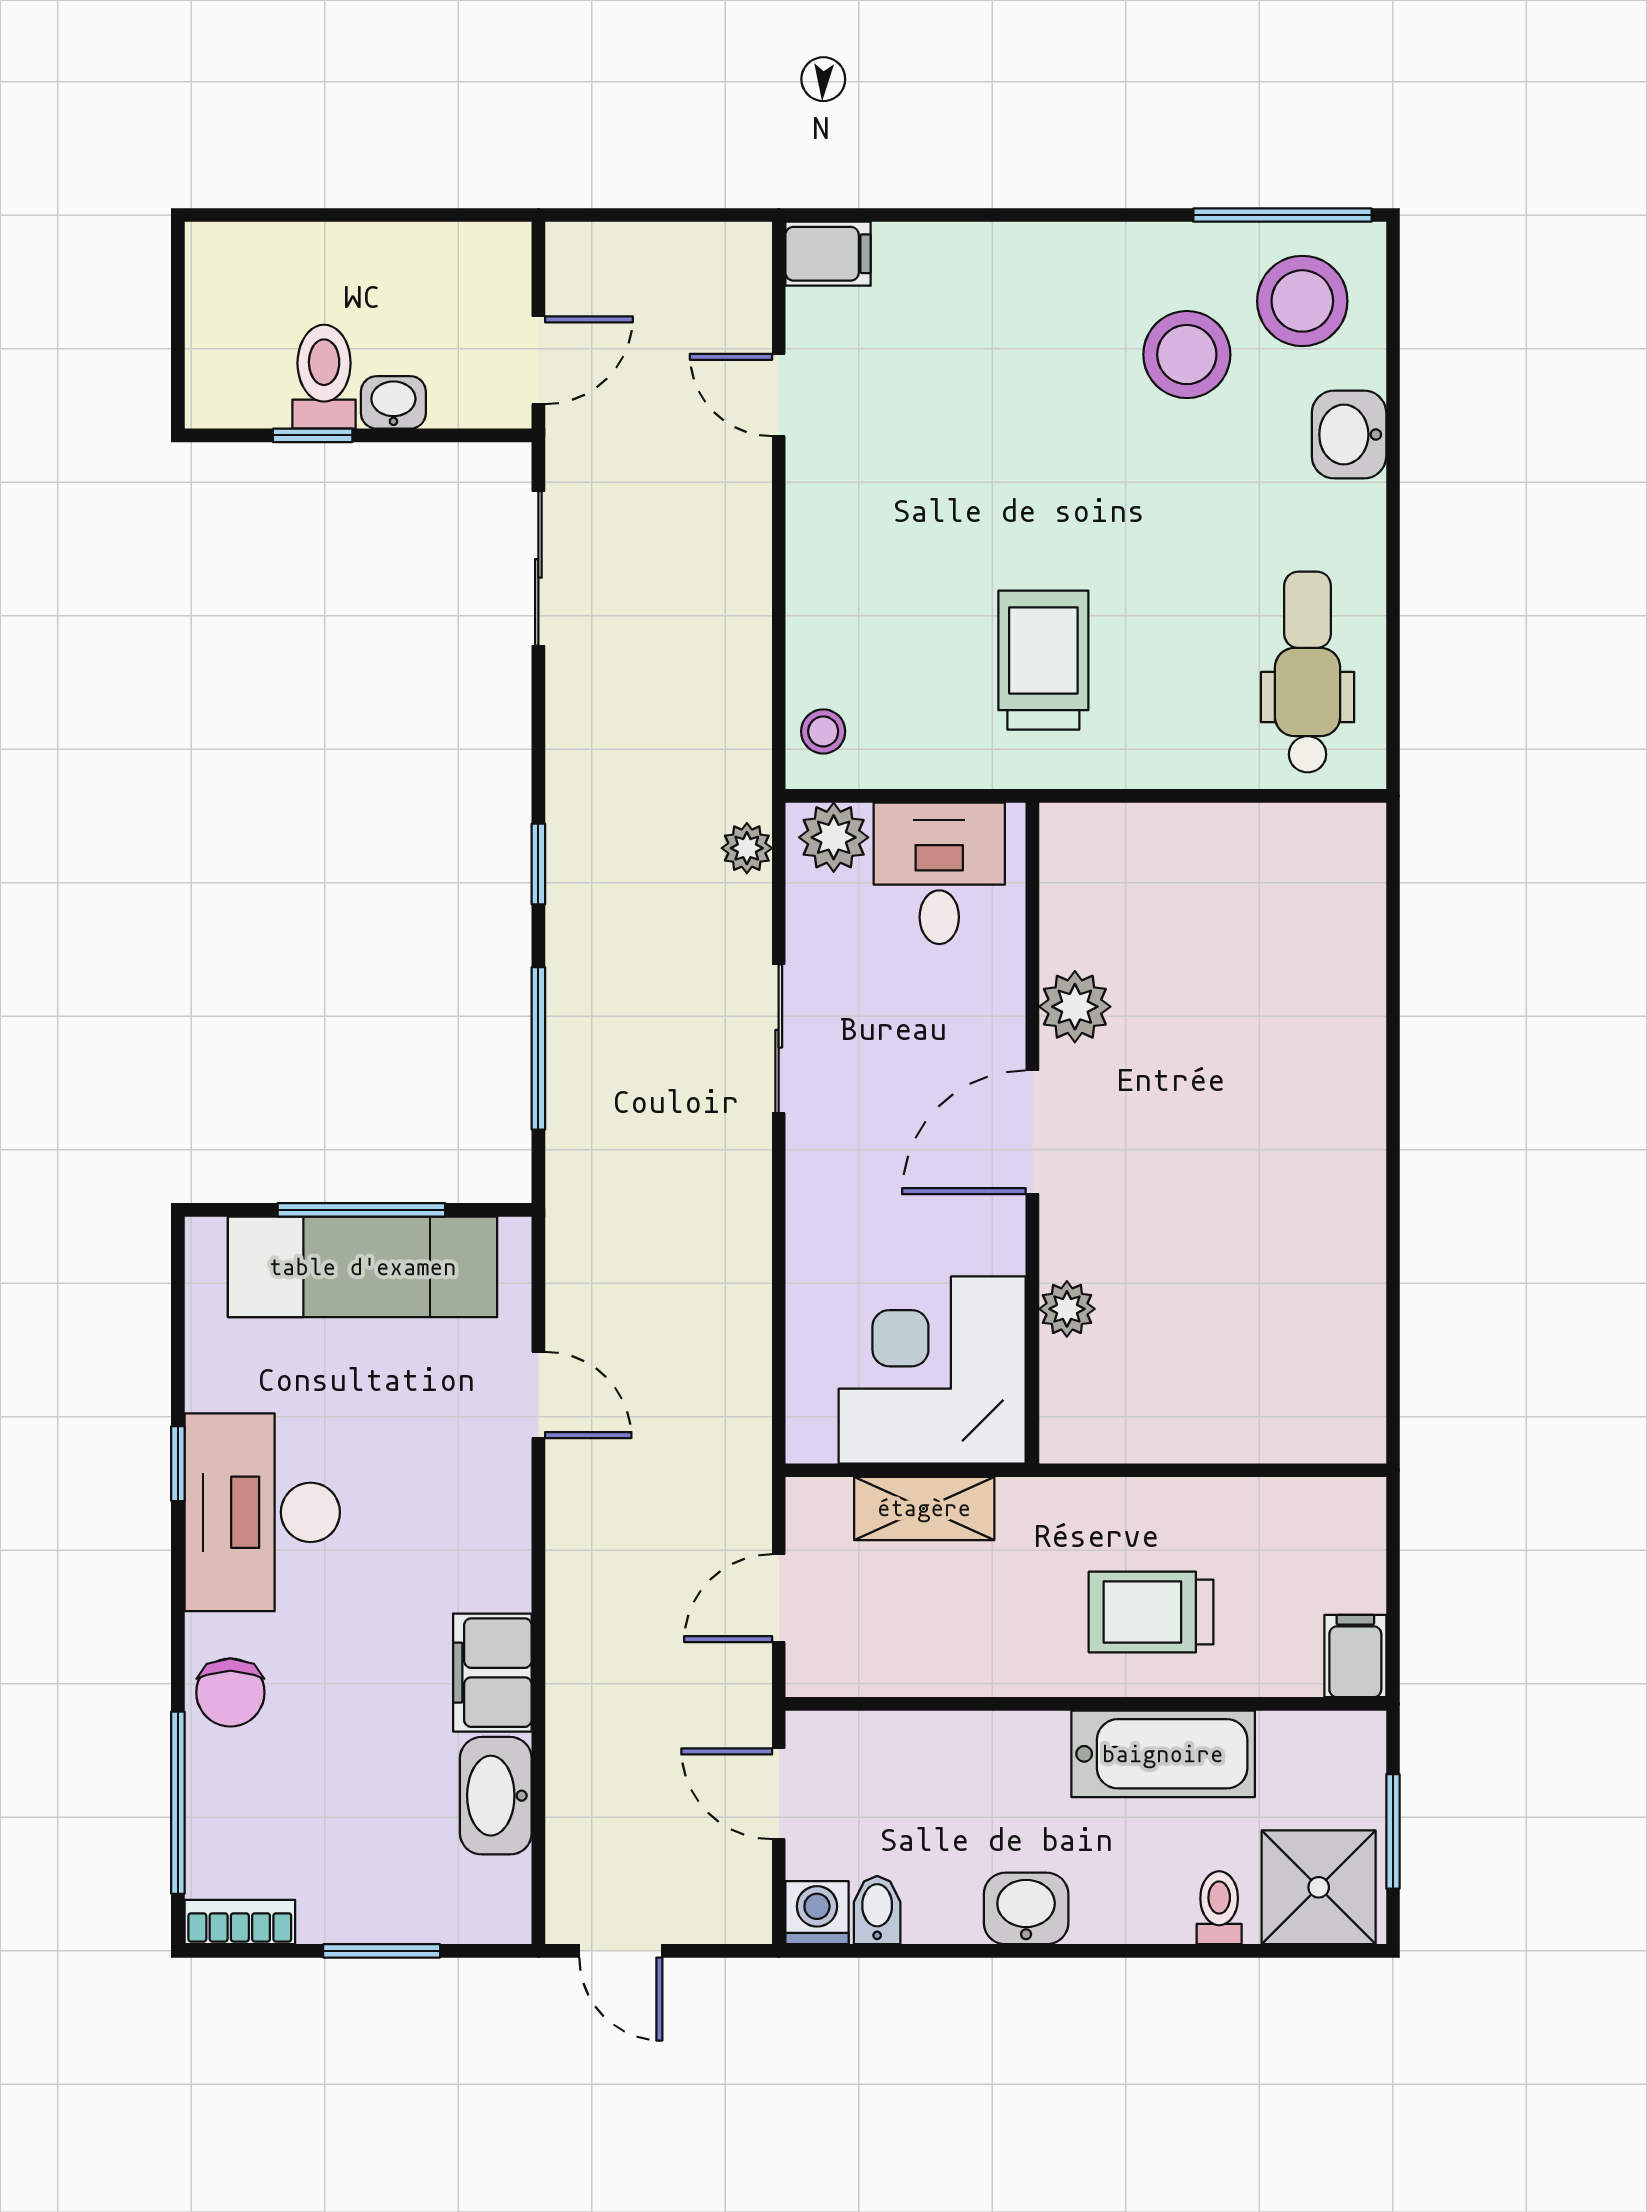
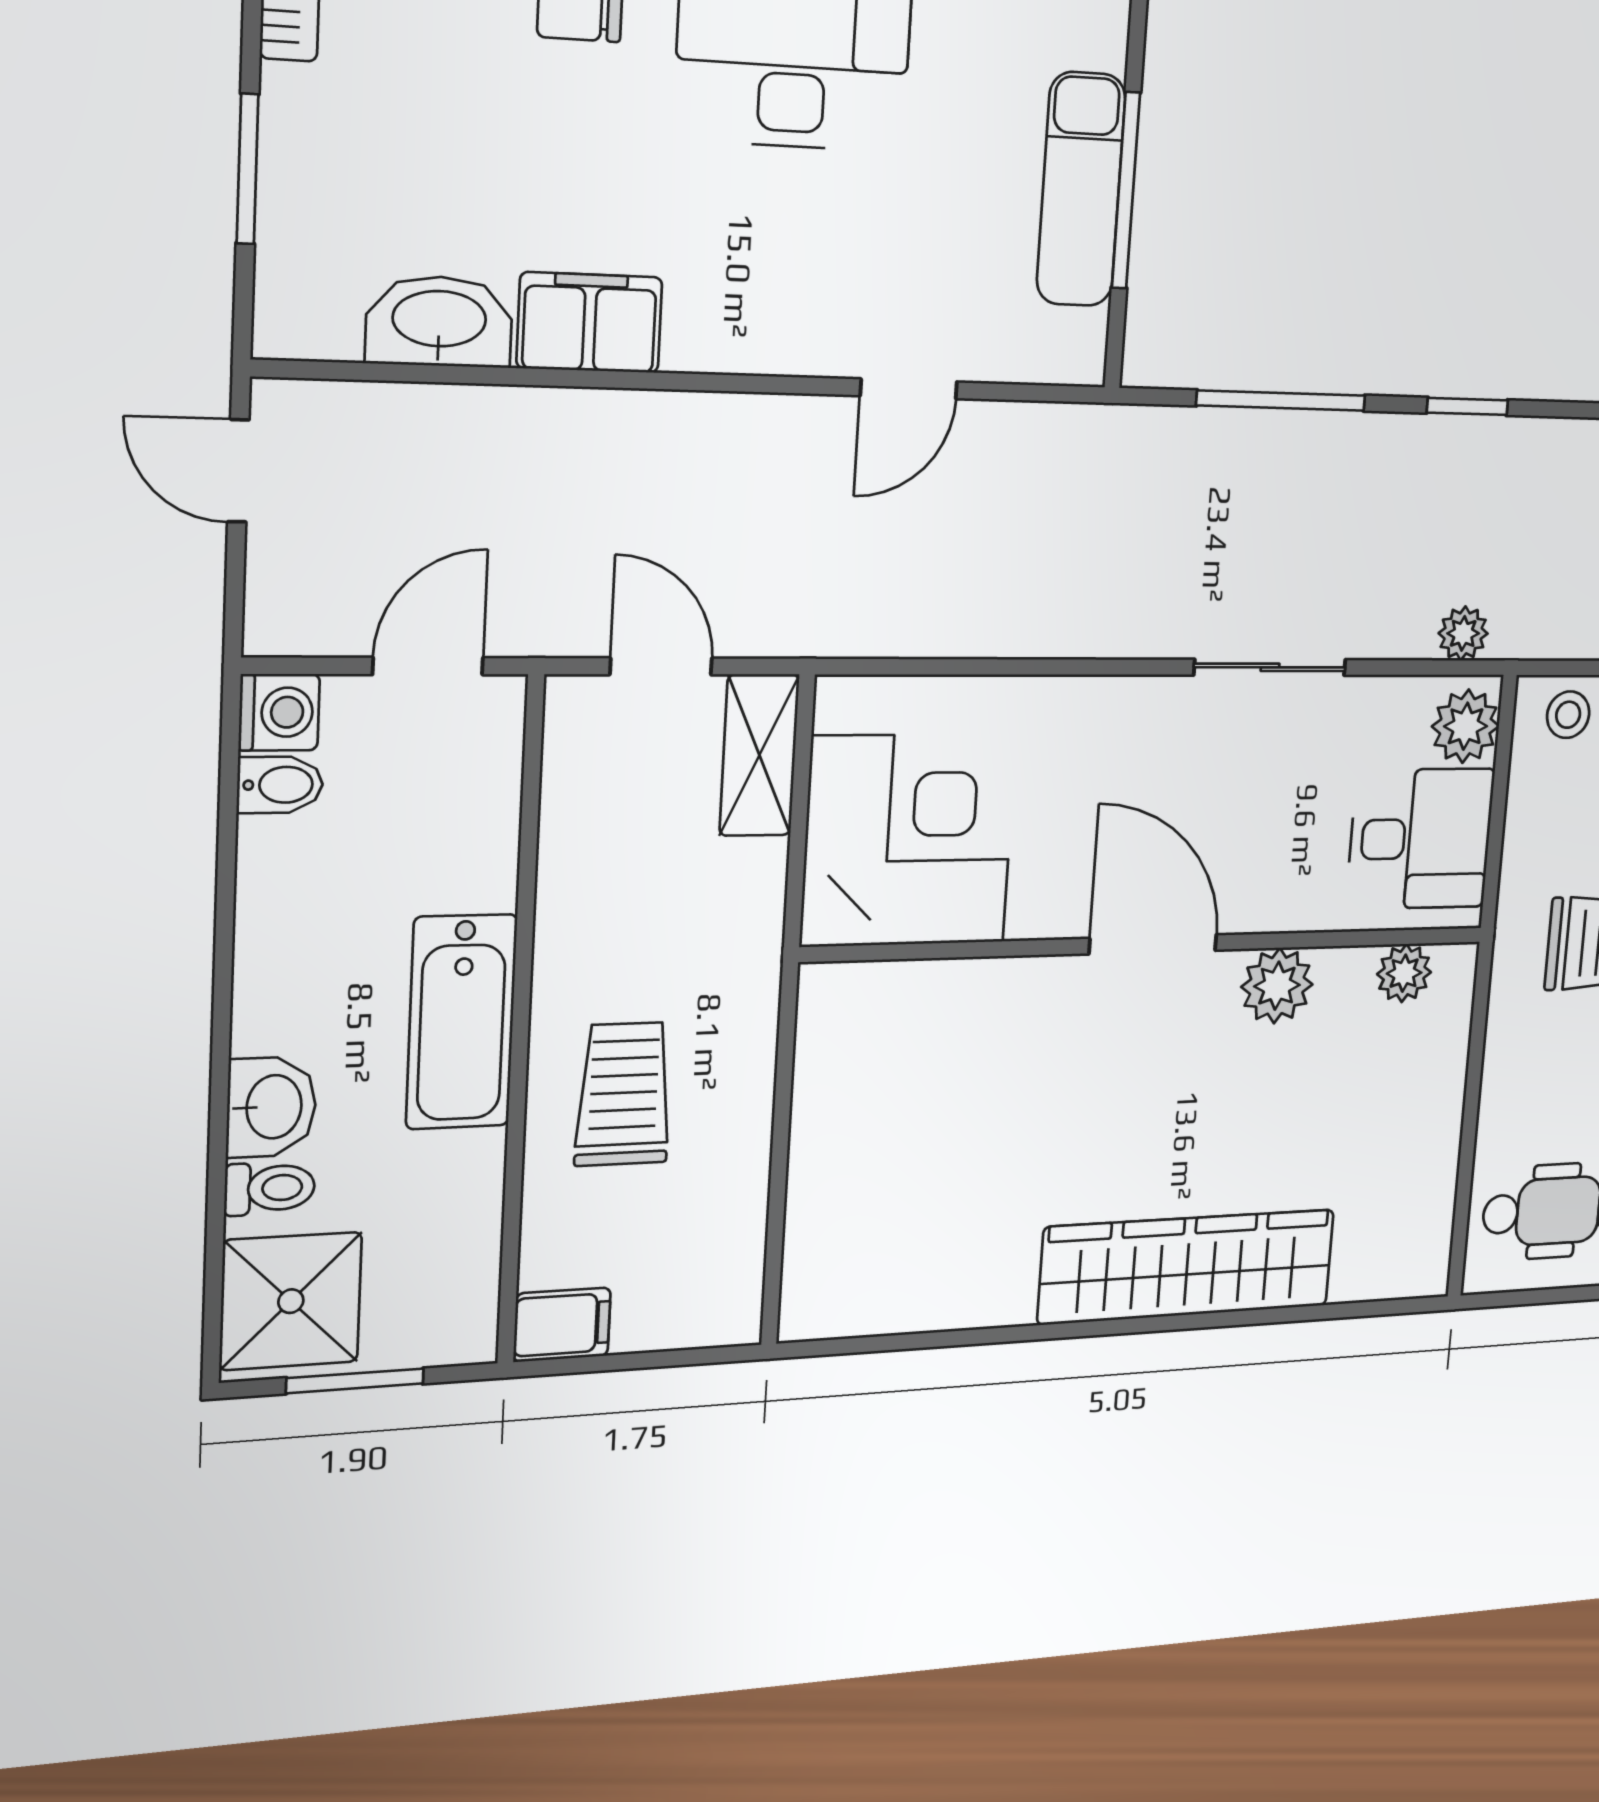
wardrobe: (1340, 1074) -> (1187, 1267), added
exam couch: (363, 1267) -> (1081, 189), width x0.73, depth x0.69
plant: (1067, 1309) -> (1404, 973), moved
shelving: (924, 1508) -> (759, 755), moved
bathtub: (1163, 1754) -> (462, 1022), moved
washbasin: (1026, 1908) -> (271, 1107), moved
door: (621, 1951) -> (238, 471), hinge flipped

